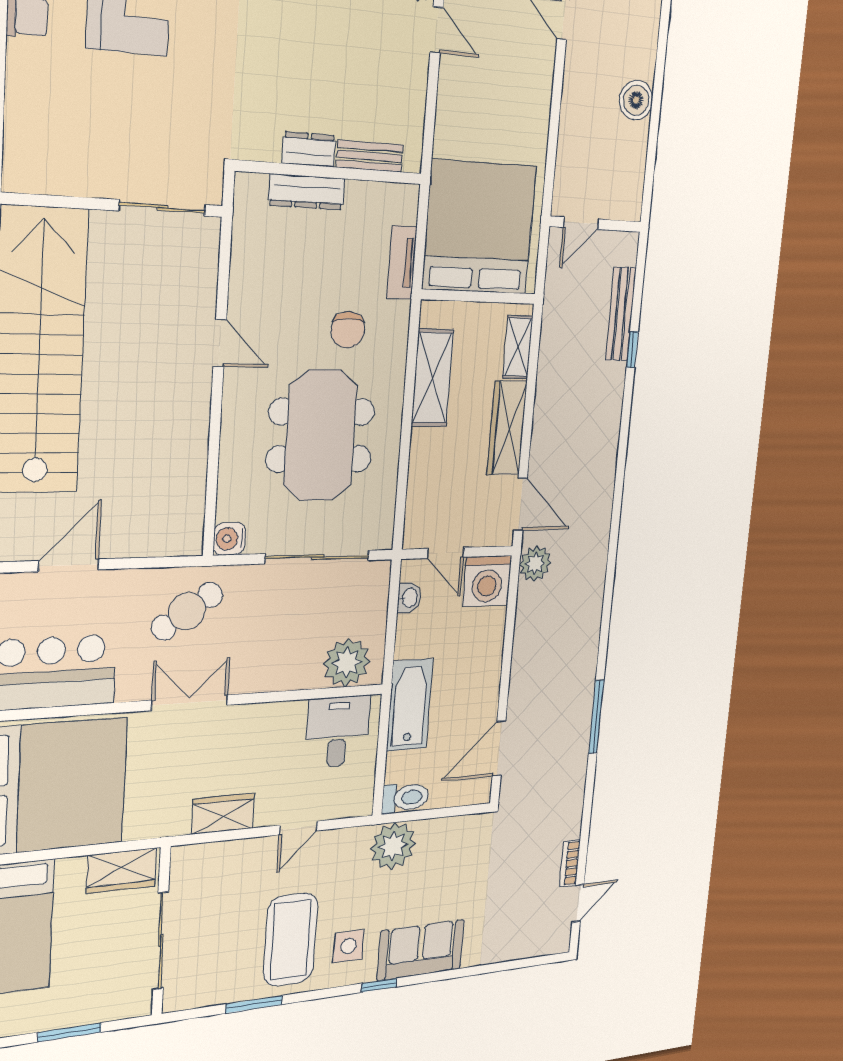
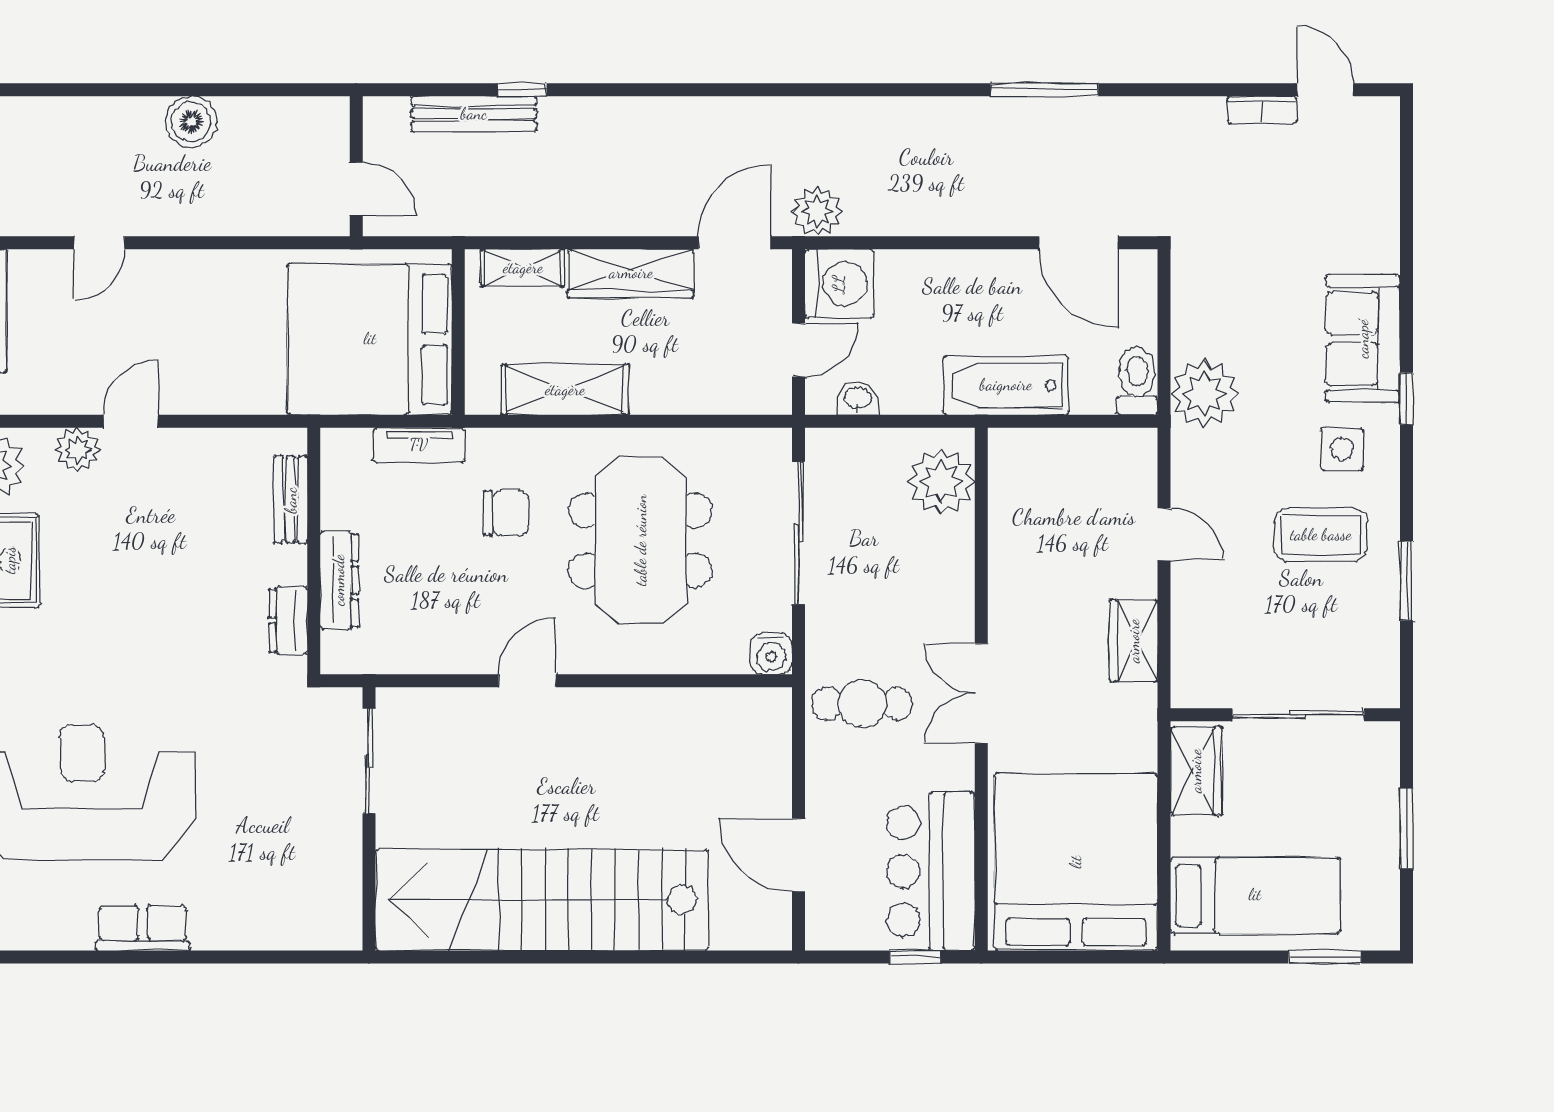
dresser: (309, 149) -> (288, 621), moved
meeting table: (320, 435) -> (641, 540), turned 90
cafe table: (187, 611) -> (862, 704), turned -56
desk: (338, 731) -> (1035, 488), removed
coffee table: (291, 939) -> (1321, 535), width x0.73, depth x0.76

